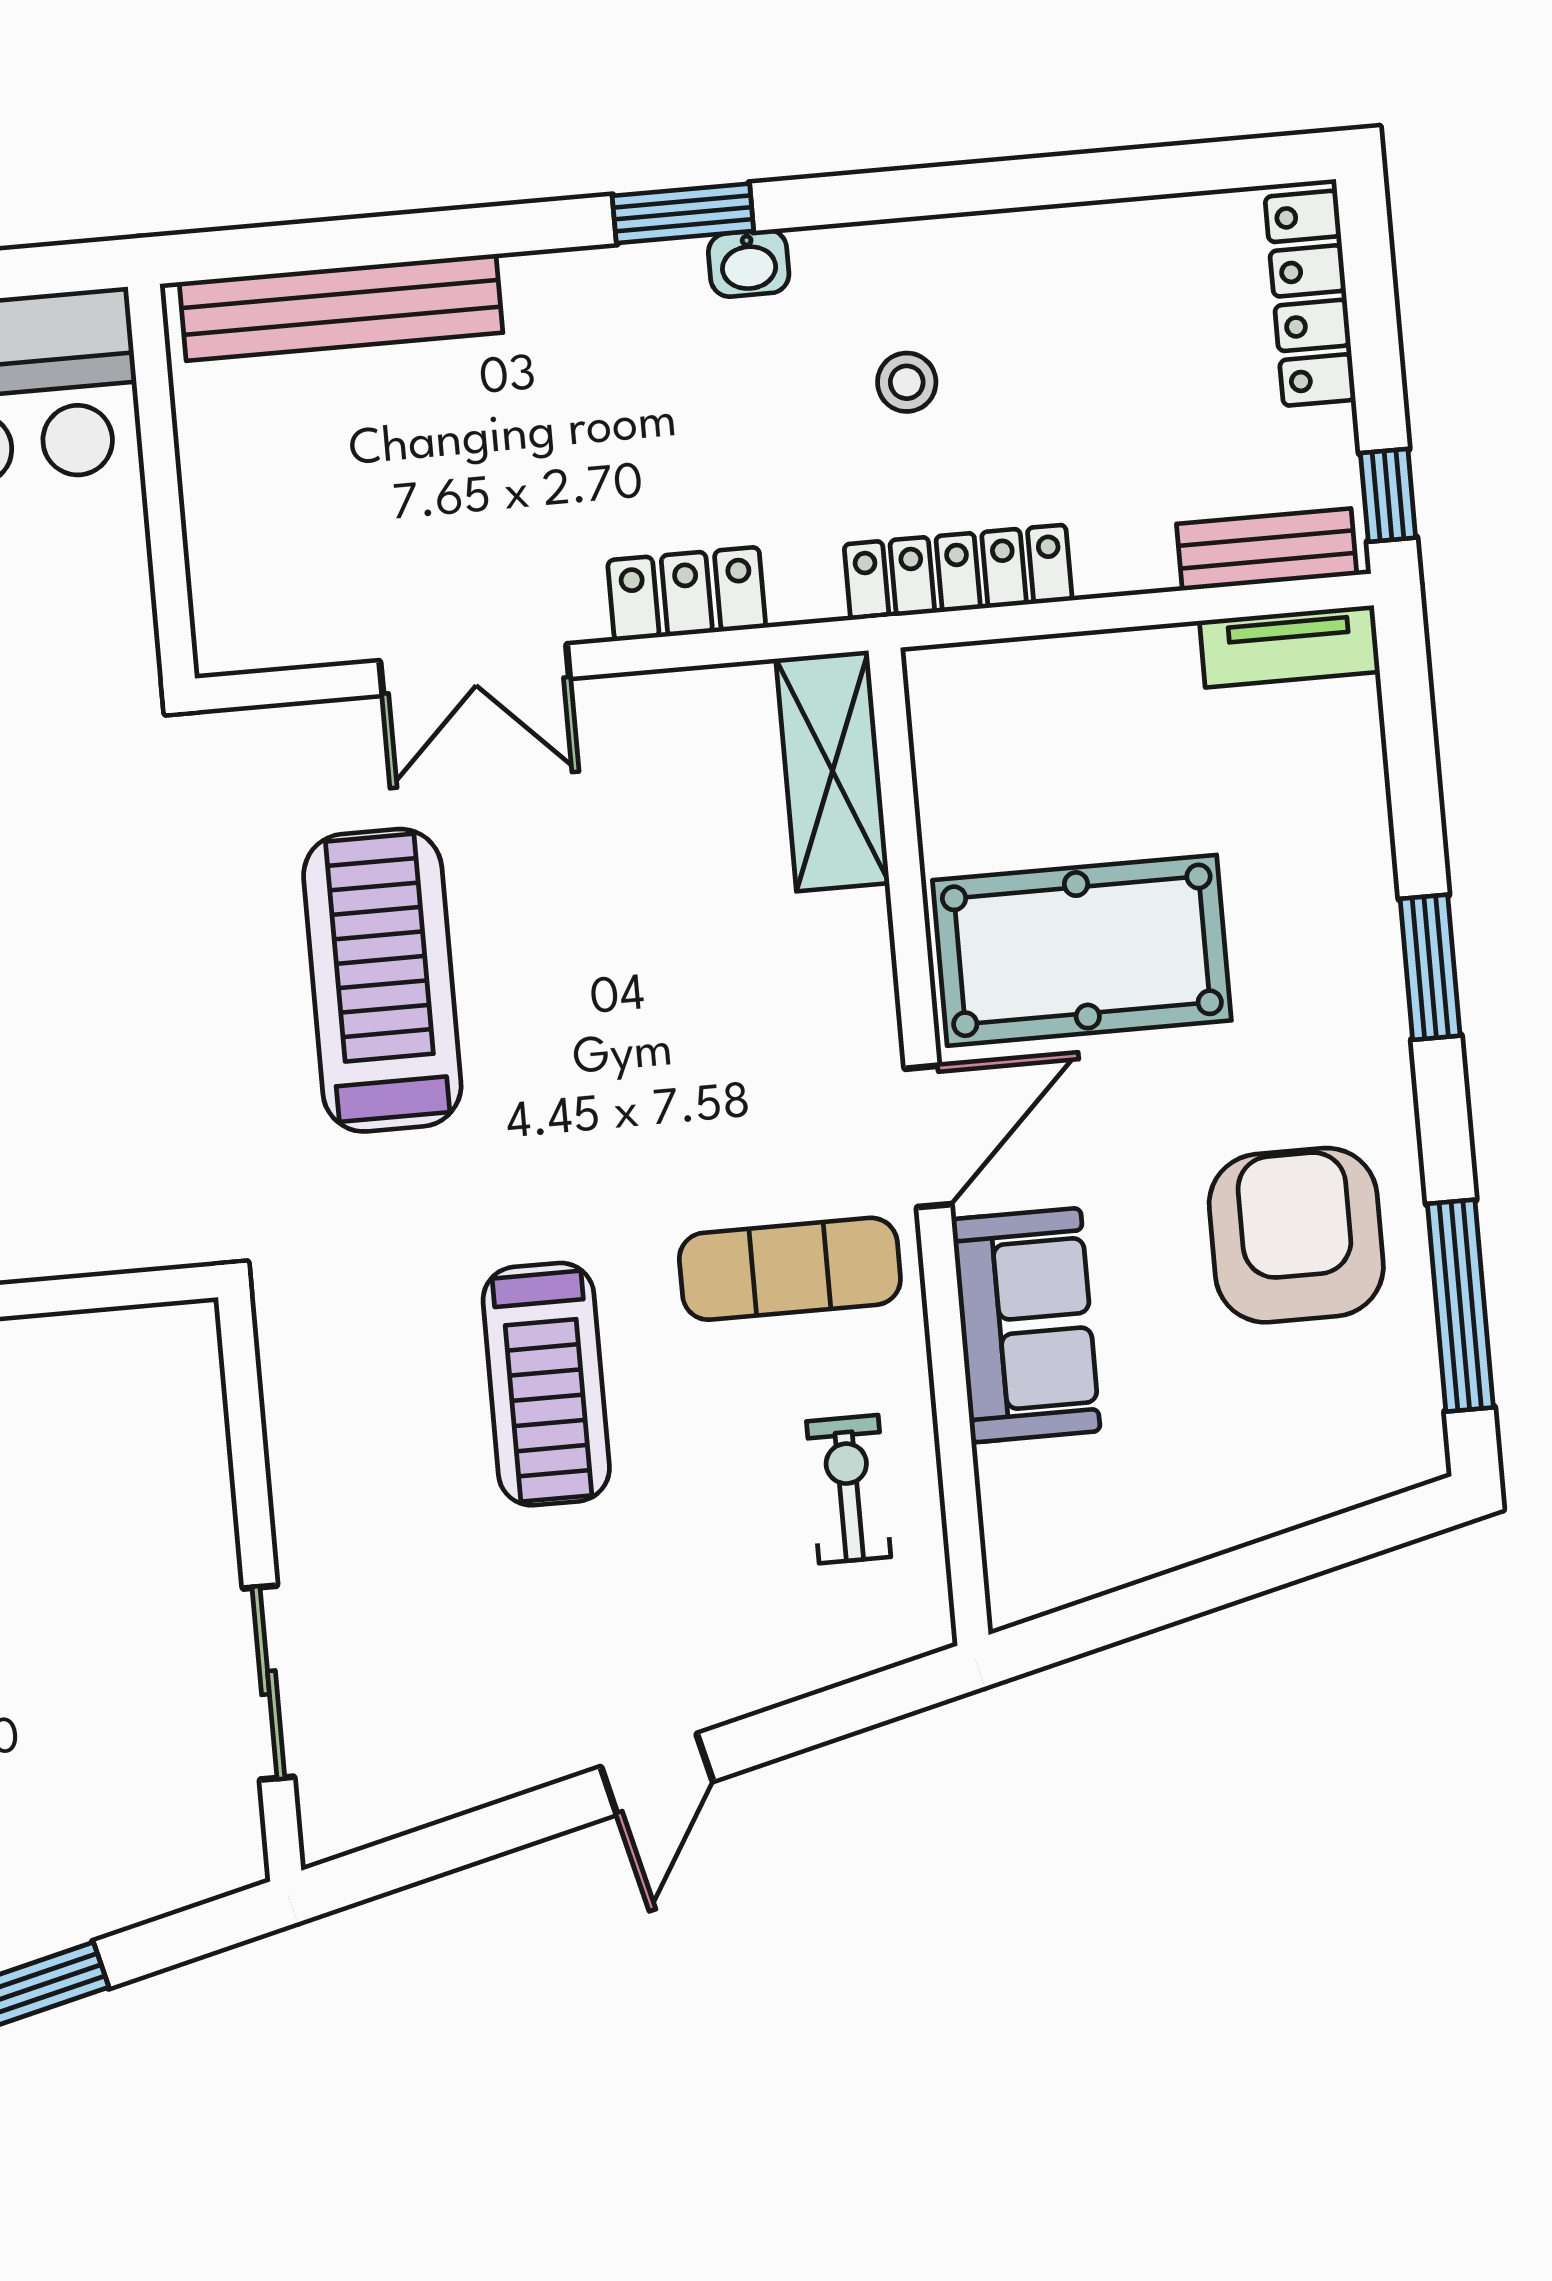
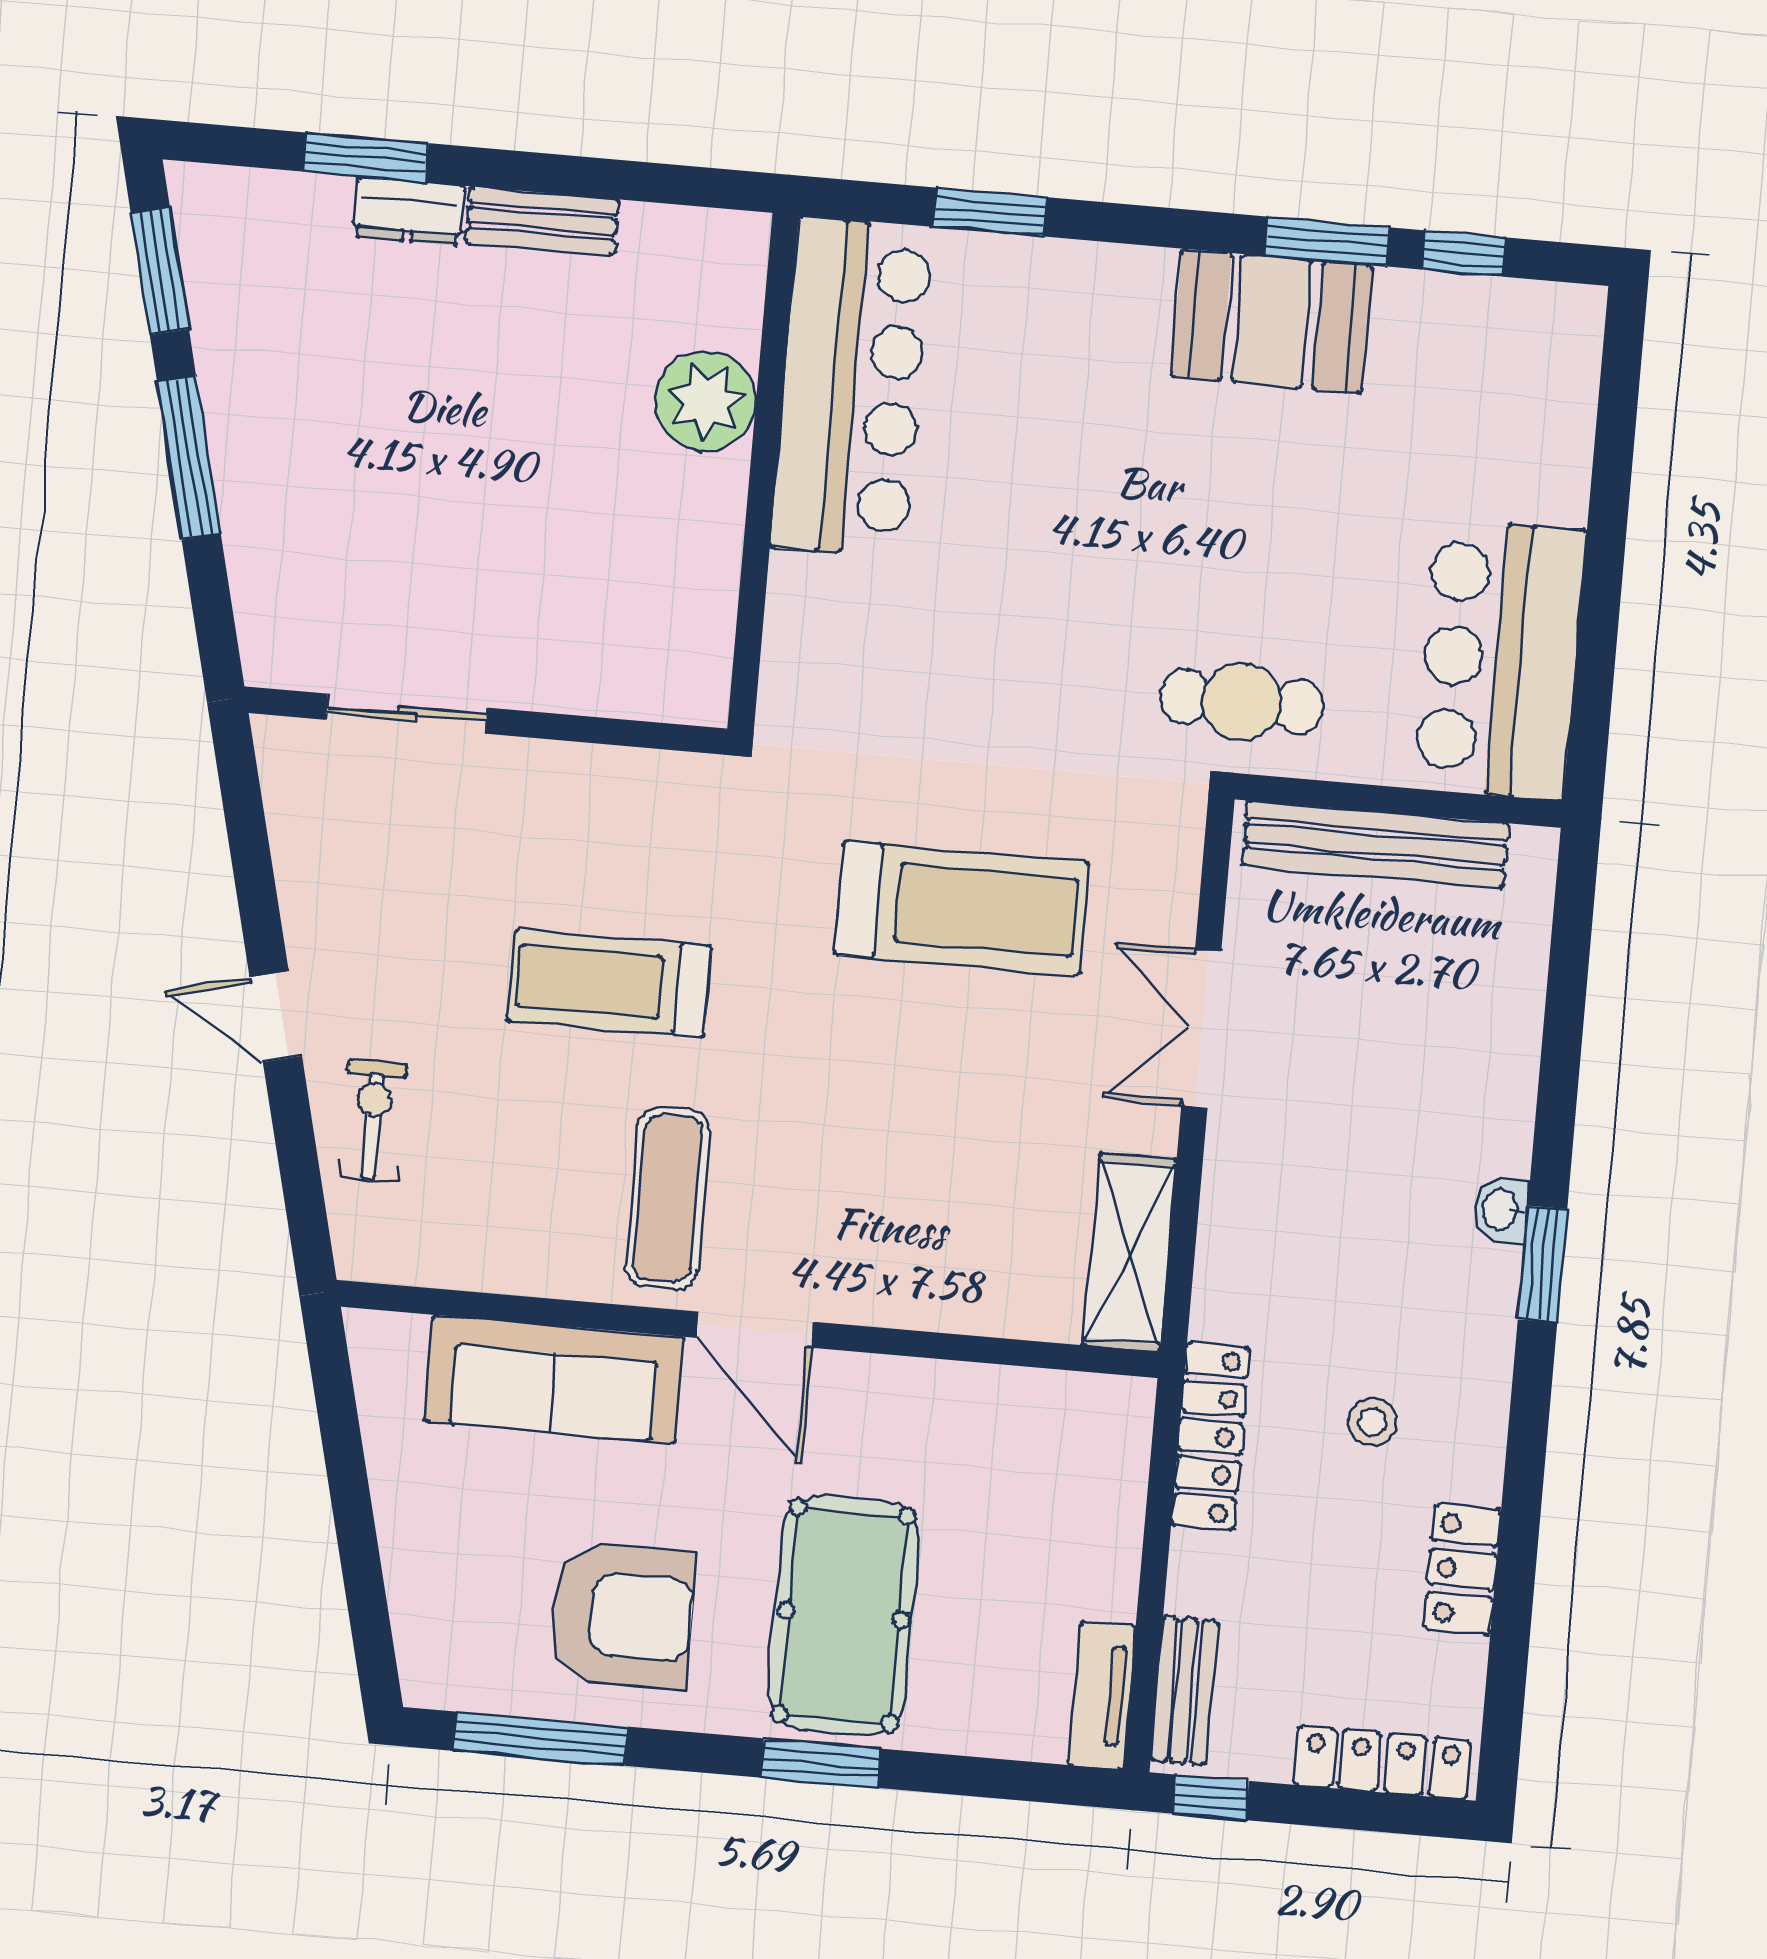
washbasin: (749, 263) -> (1501, 1210), moved
bench: (341, 307) -> (1375, 844), moved, turned 90
locker: (687, 594) -> (1462, 1569), moved, turned 180
cafe table: (77, 691) -> (1242, 701), added
shelving: (833, 771) -> (1130, 1252), moved, turned 90
pool table: (1082, 950) -> (844, 1615), moved
sofa: (1026, 1325) -> (554, 1379), width x1.36
exercise bike: (849, 1489) -> (373, 1120), moved, turned -90

